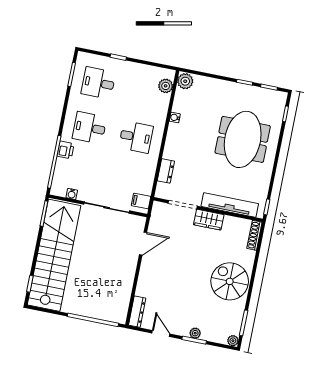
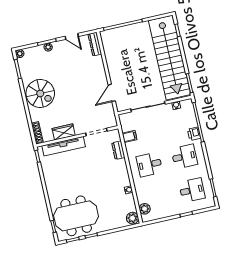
meeting table: (243, 139) -> (76, 216), moved, turned 90
filing cabinet: (141, 201) -> (129, 136), moved
wardrobe: (209, 220) -> (64, 132), moved

